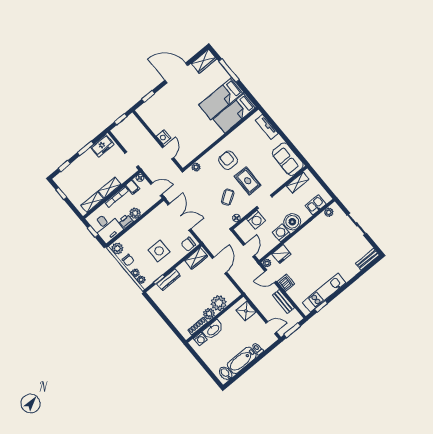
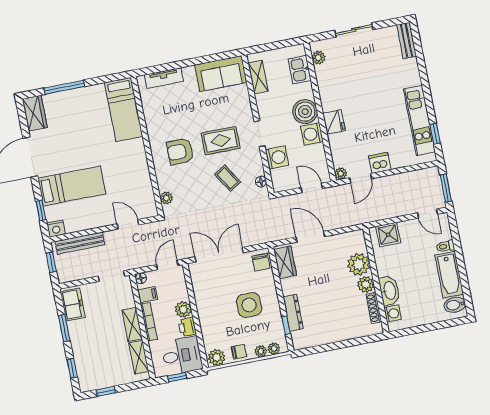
bed: (221, 98) -> (72, 186), moved, turned -90
nightstand: (163, 137) -> (56, 229), moved
fridge: (281, 254) -> (334, 122), moved
bench: (283, 301) -> (80, 243), moved, width x1.36
door: (271, 328) -> (427, 214), swing flipped

